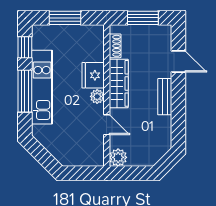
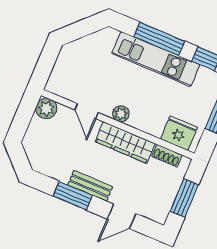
fridge: (93, 75) -> (179, 133), moved
window: (178, 107) -> (73, 196), added
door: (107, 125) -> (86, 111), hinge flipped

